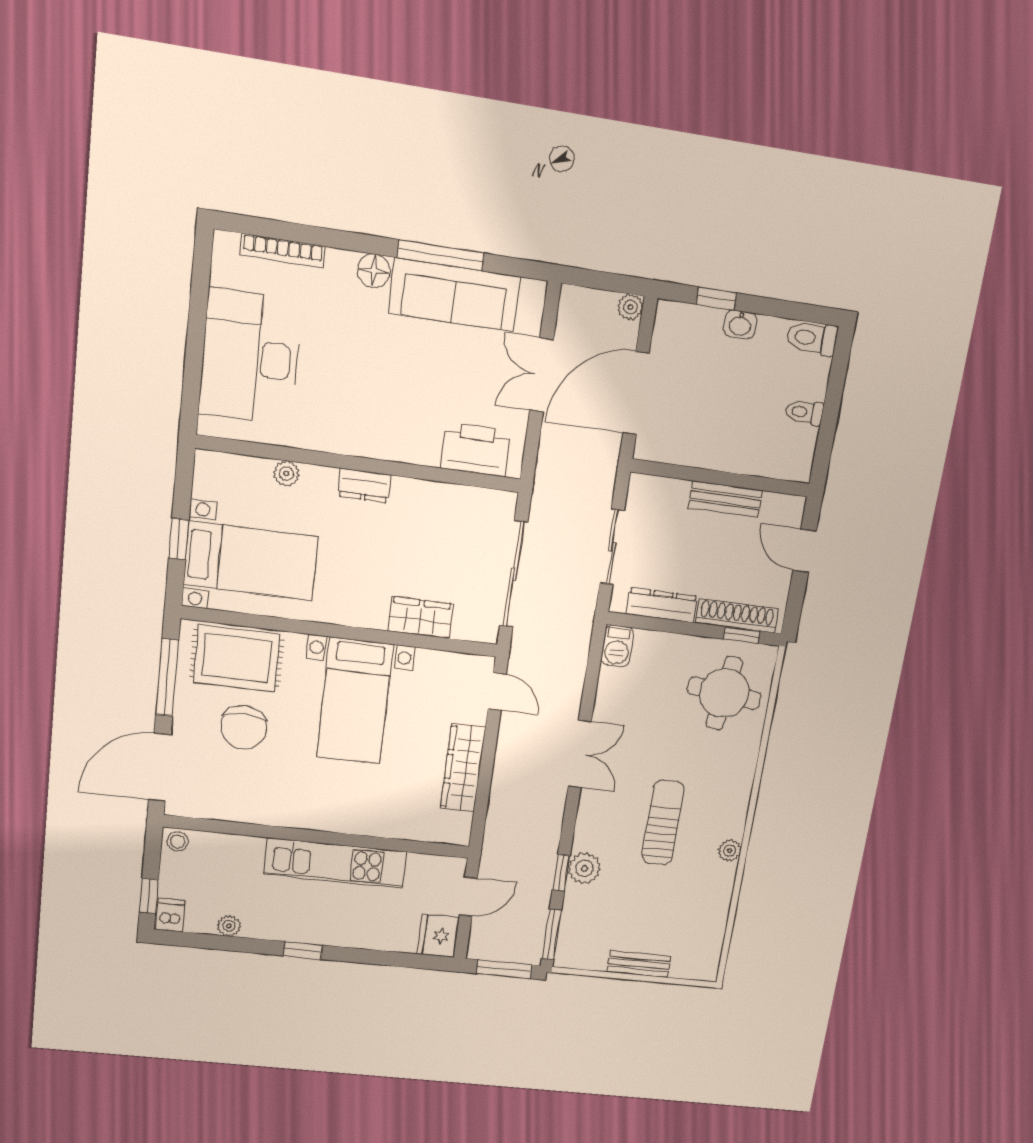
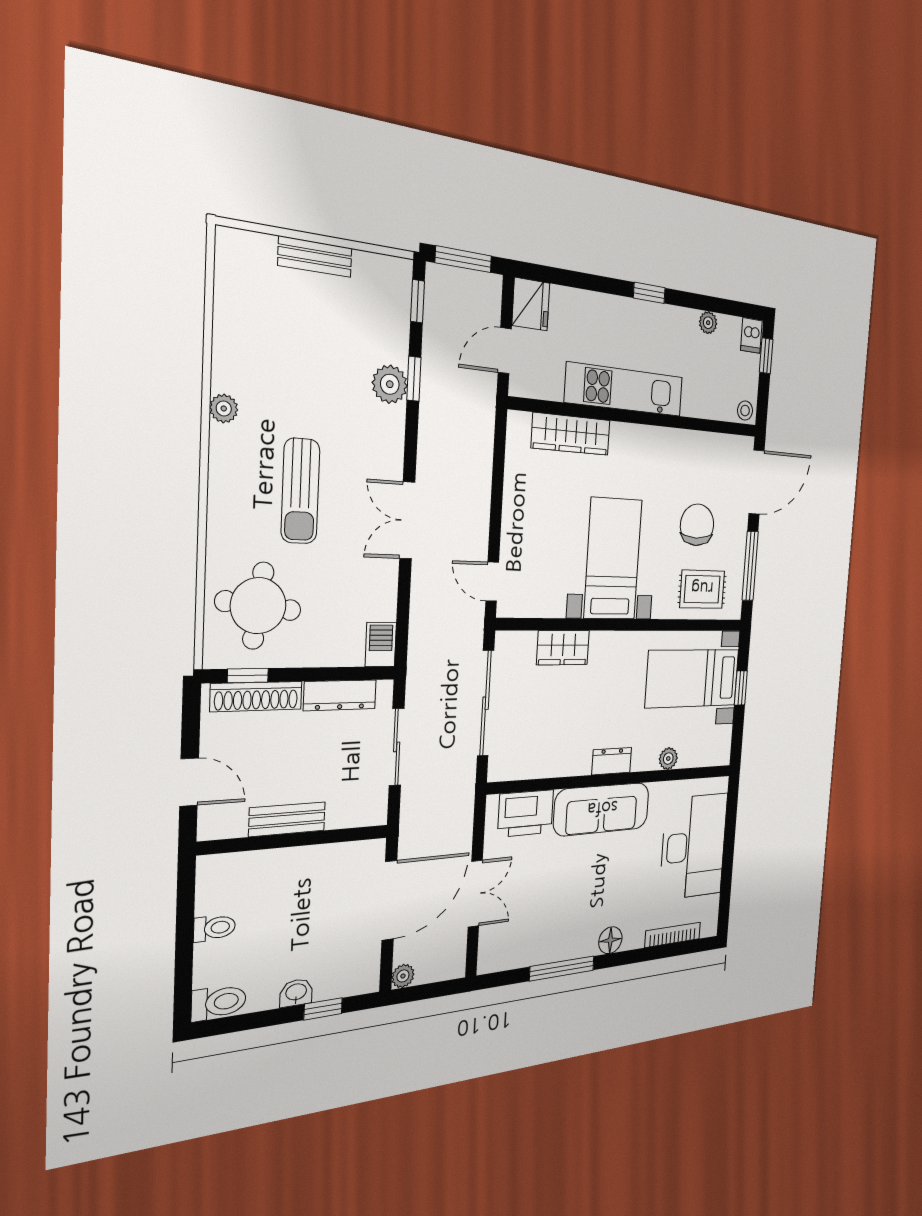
sofa: (454, 295) -> (602, 809), moved, turned 180
rug: (237, 658) -> (702, 589), width x0.73, depth x0.70
wardrobe: (463, 768) -> (571, 434), moved, turned 90
sun lounger: (663, 822) -> (300, 491), moved
window: (552, 934) -> (418, 301), width x0.67

